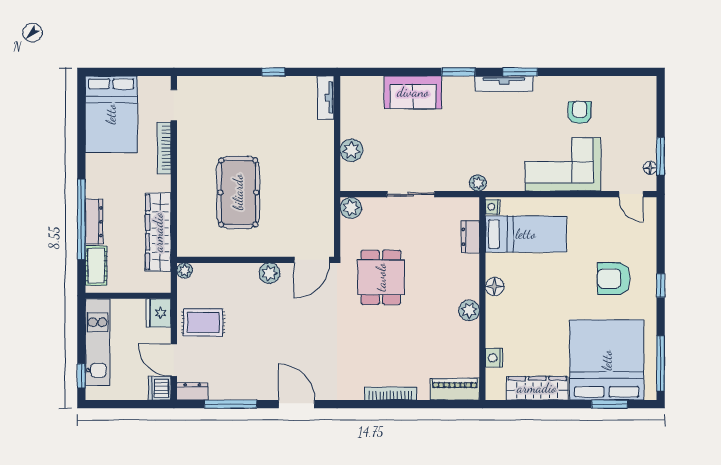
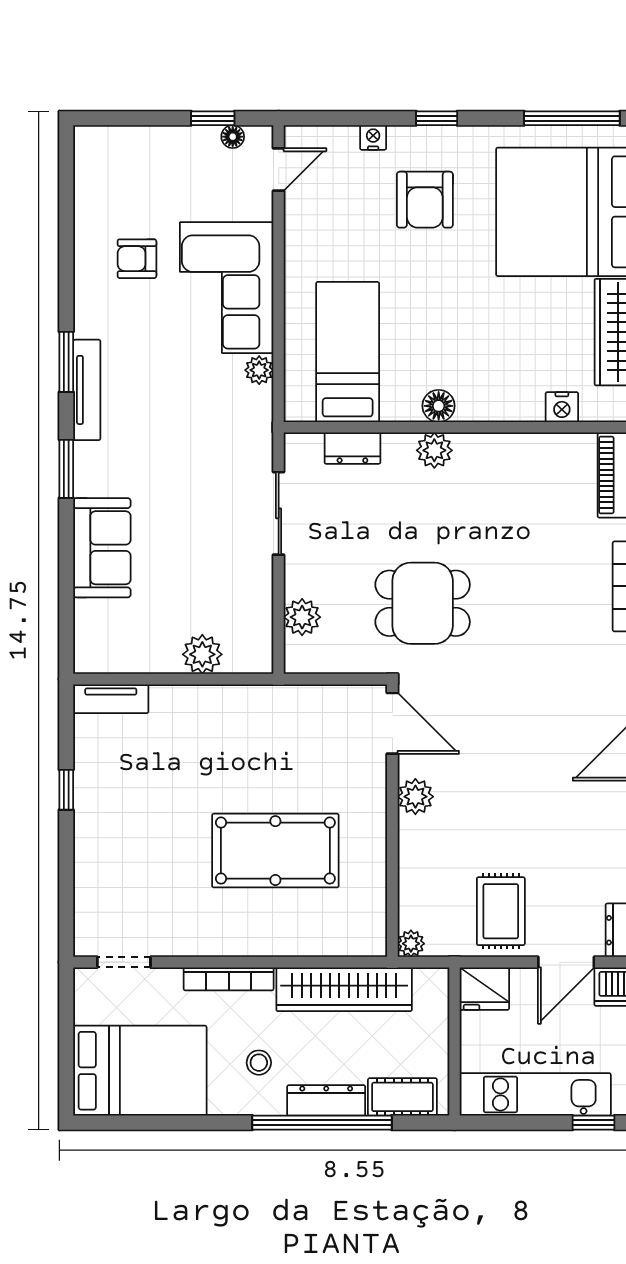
bookcase: (164, 148) -> (229, 979), moved
window: (661, 156) -> (213, 118), width x0.67
stool: (116, 183) -> (259, 1063), added
plant: (478, 183) -> (259, 370), moved
sliding door: (411, 194) -> (279, 513), moved
nightstand: (492, 207) -> (373, 138), moved, turned 180
plant: (351, 208) -> (302, 617), moved
plant: (469, 310) -> (434, 450), moved

